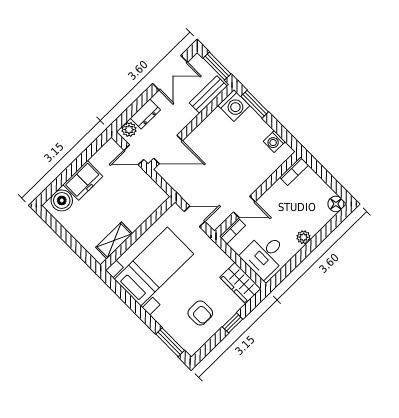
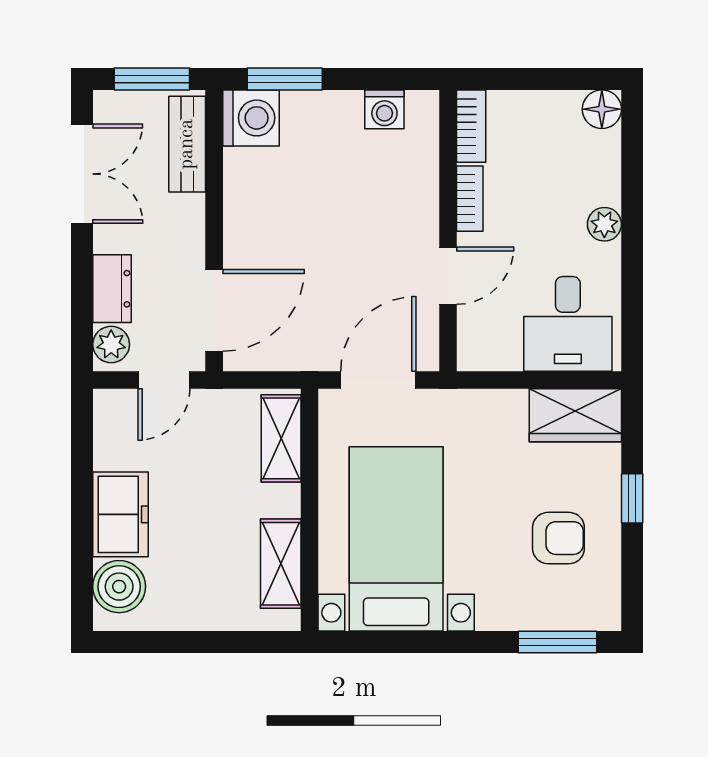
shelving: (150, 205) -> (281, 438), added
door: (195, 216) -> (378, 380), width x1.38
bookcase: (233, 231) -> (470, 199), moved

